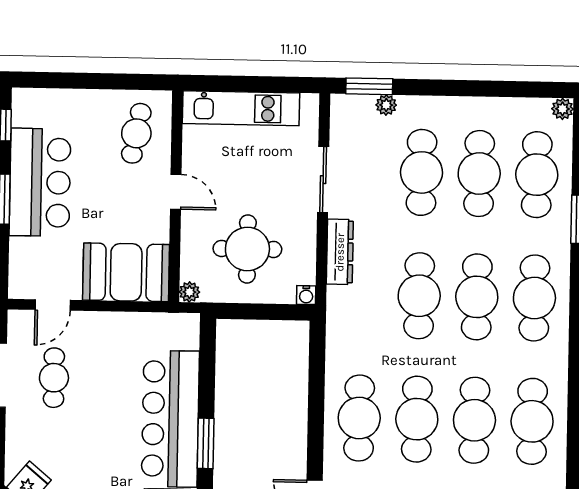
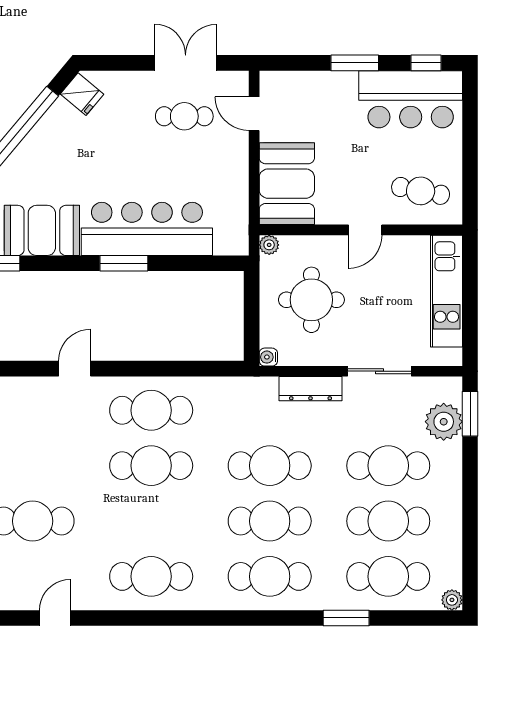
plant: (386, 105) -> (444, 422), width x1.88, depth x1.88
bar counter: (40, 182) -> (411, 99), moved
cafe table: (474, 420) -> (151, 521), removed

